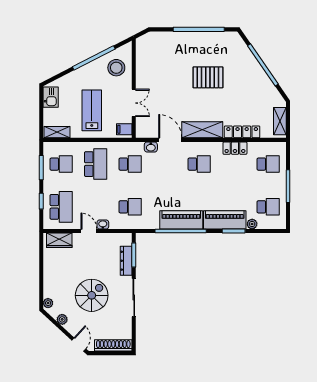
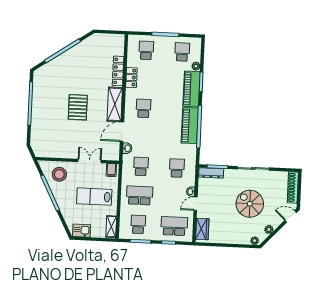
pallet: (208, 77) -> (78, 107), moved
shelving: (280, 121) -> (110, 39), removed
dresser: (126, 261) -> (211, 173), moved

